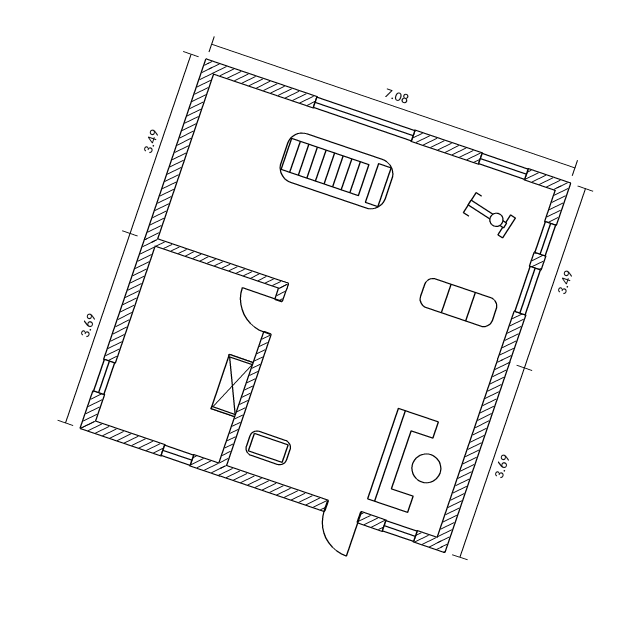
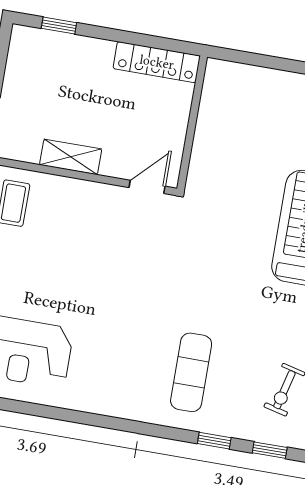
locker: (154, 288) -> (157, 62), added
window: (528, 291) -> (214, 441), width x0.67

